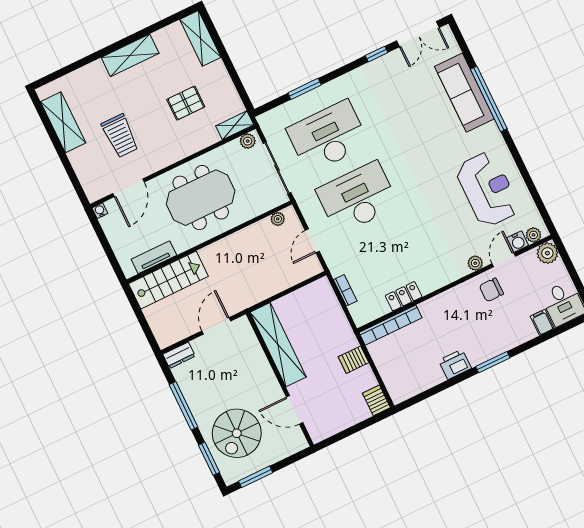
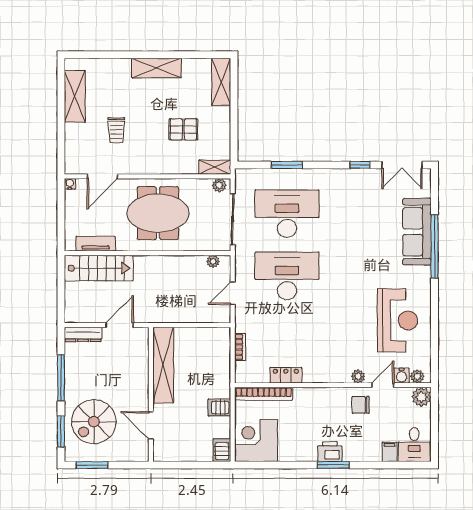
trolley: (120, 136) -> (116, 130), width x0.73, depth x0.72
dresser: (179, 355) -> (83, 334), width x1.44
printer: (455, 364) -> (330, 452), moved
corner desk: (405, 375) -> (256, 440), added

